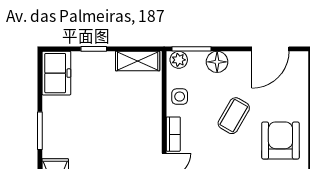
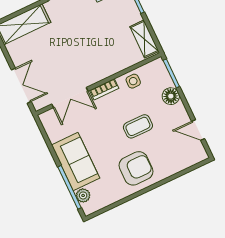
door: (270, 49) -> (198, 130), width x0.73
plant: (179, 60) -> (159, 68), removed
coffee table: (234, 116) -> (138, 126), turned -30

